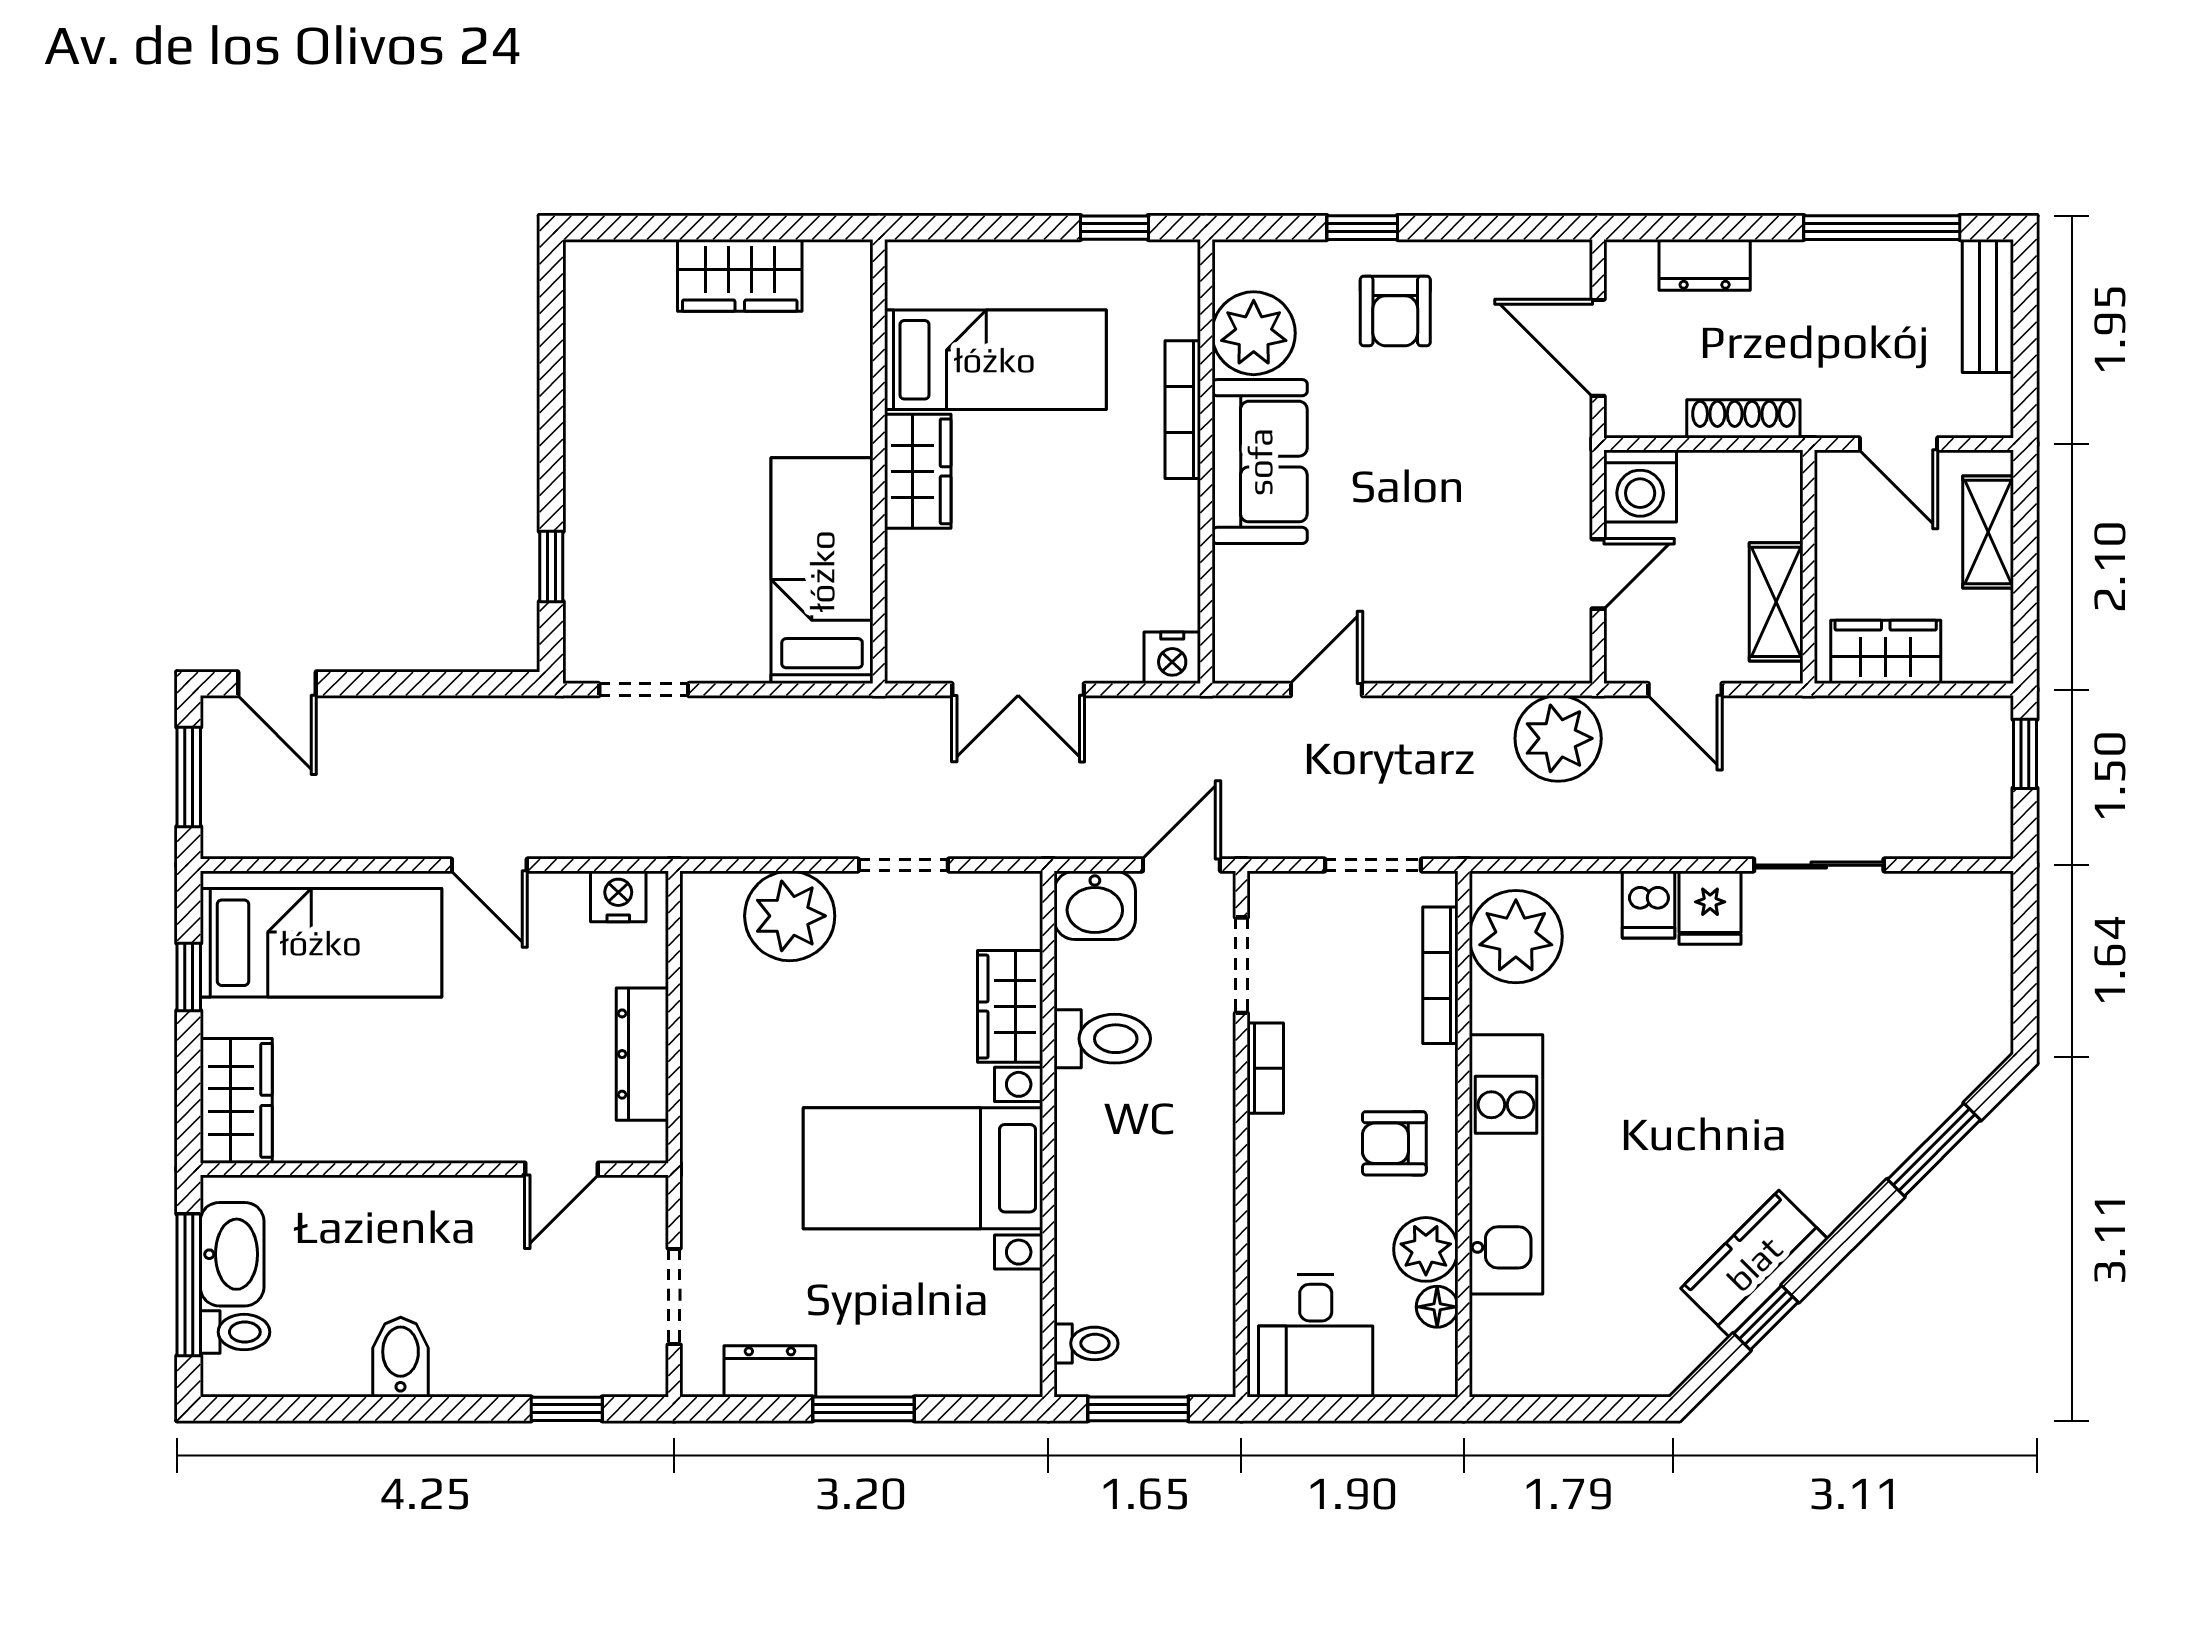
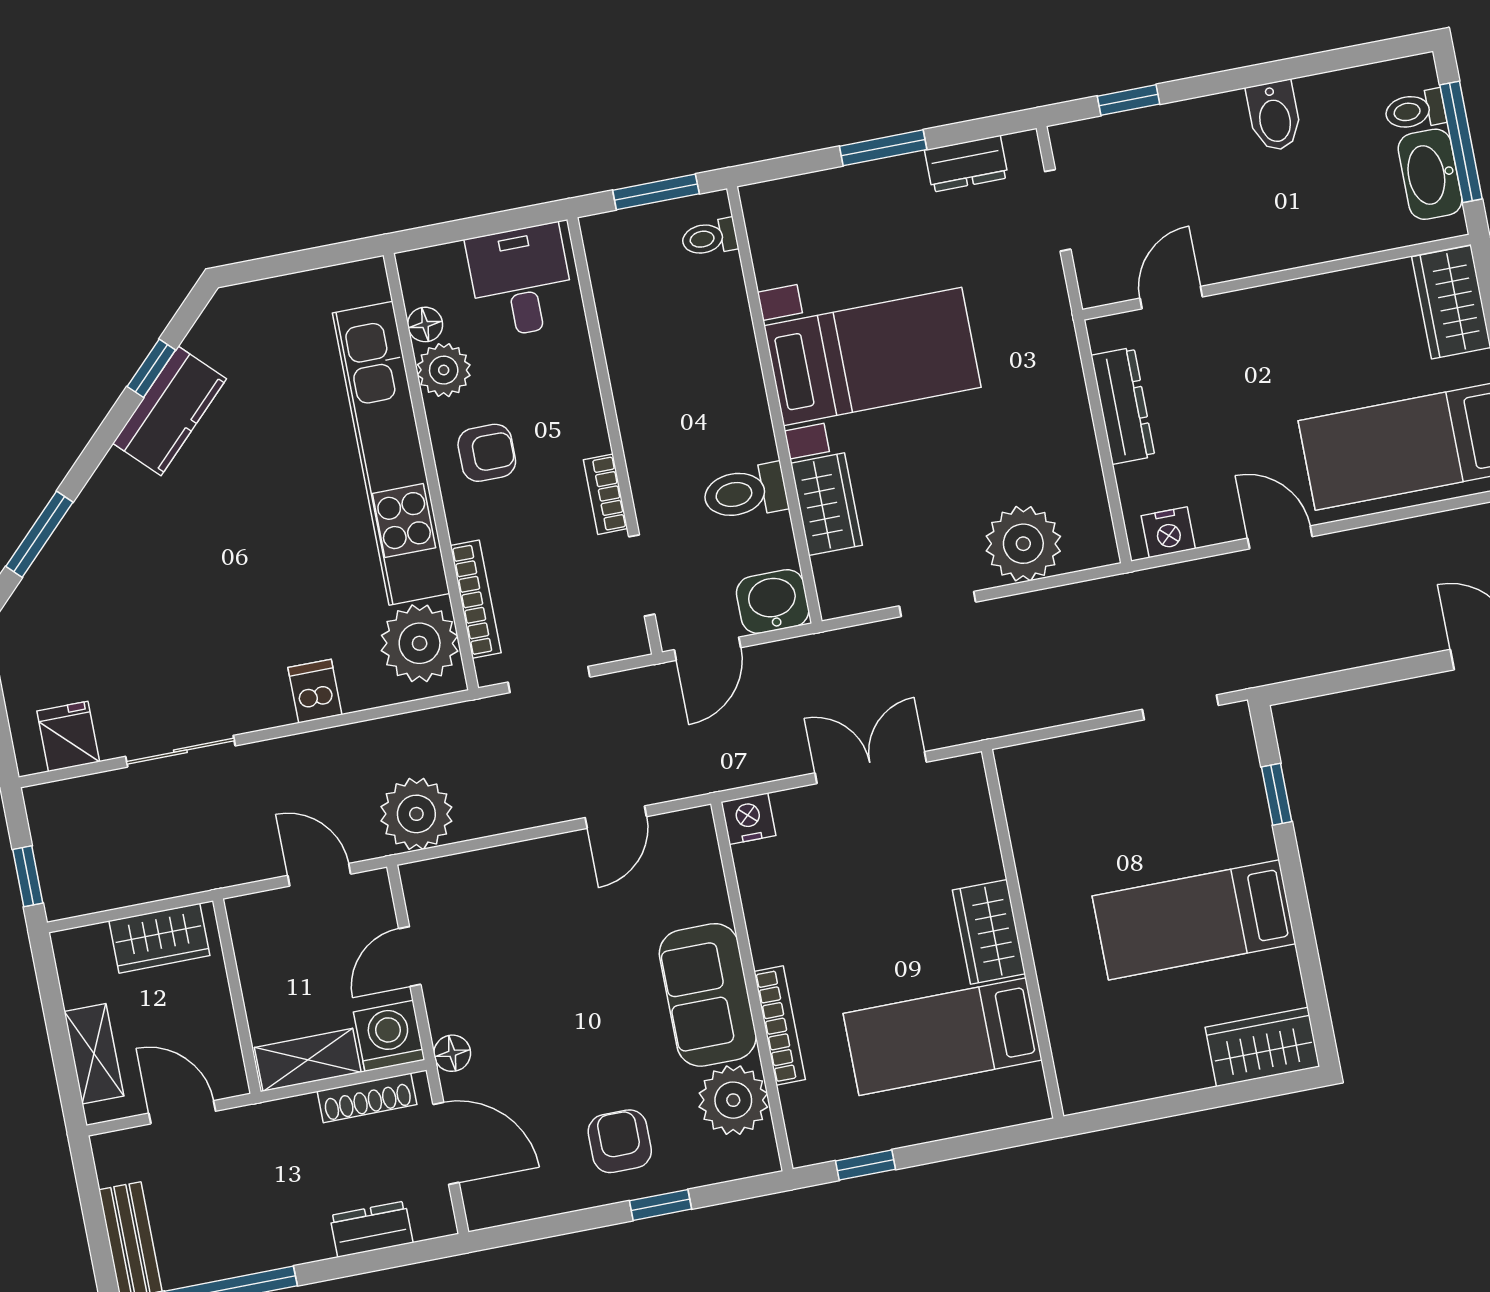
wardrobe: (740, 275) -> (1262, 1047), moved
shoe rack: (1743, 419) -> (367, 1098), moved
floor lamp: (1571, 452) -> (452, 1053), added
bed: (822, 571) -> (1194, 920), moved, turned 90
shelving: (1776, 602) -> (308, 1060), moved, turned 90
fridge: (1710, 908) -> (68, 736), moved
kitchen unit: (1506, 1164) -> (391, 453), width x1.36

